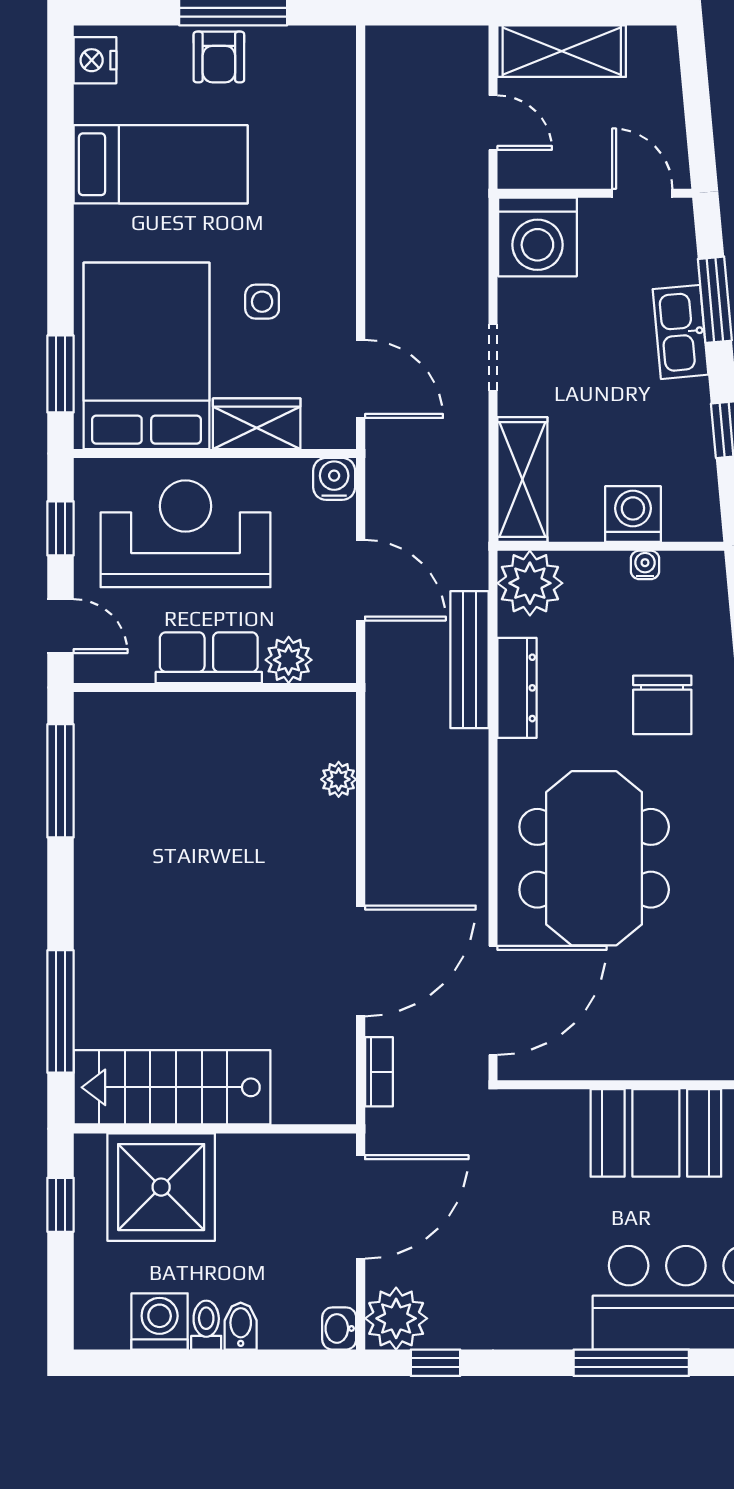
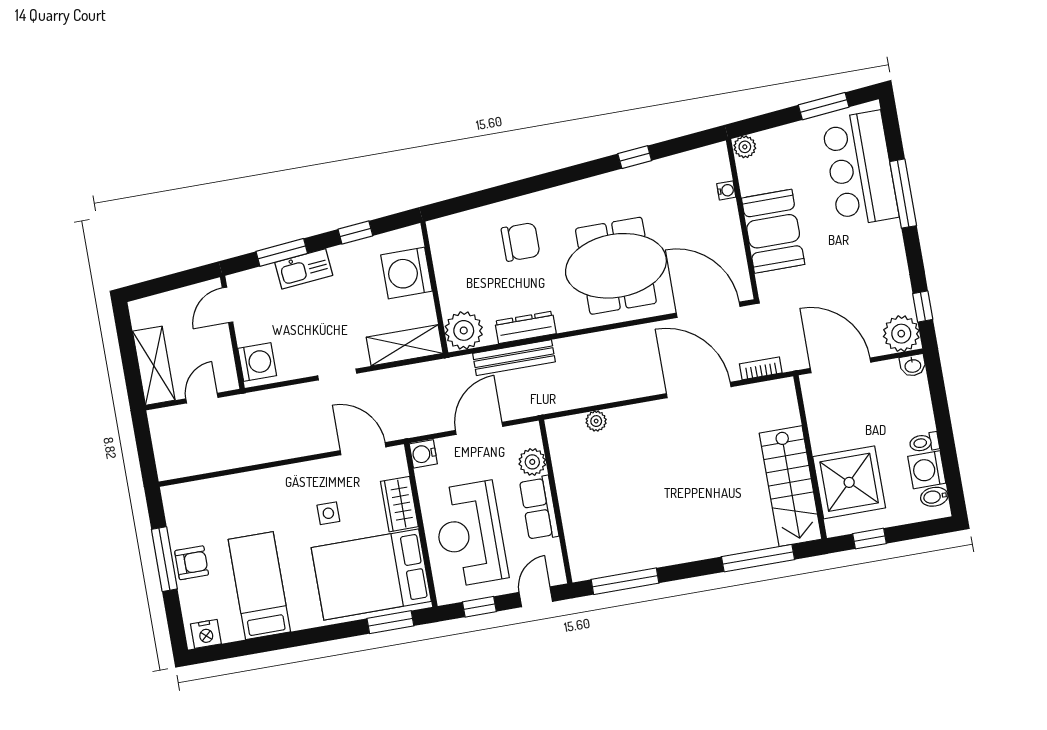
washing machine: (537, 237) -> (257, 362), width x0.73, depth x0.73
door: (361, 379) -> (363, 449), hinge flipped
washing machine: (633, 514) -> (407, 273), width x1.37, depth x1.37
water cooler: (645, 565) -> (726, 190), moved, turned 180
booth: (656, 1133) -> (773, 231), moved
bidet: (241, 1326) -> (934, 497), moved

